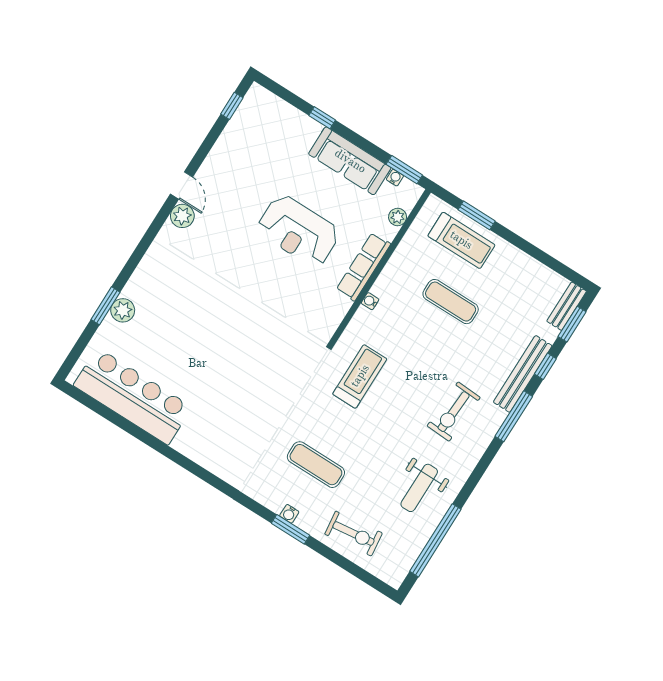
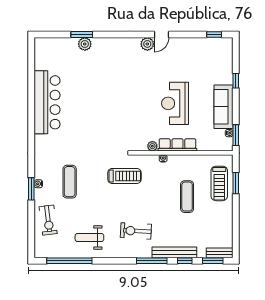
plant: (398, 217) -> (152, 146), moved
bar counter: (133, 396) -> (47, 102), moved

